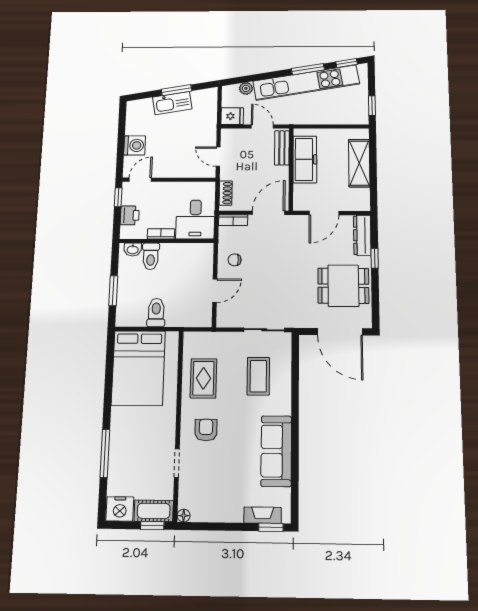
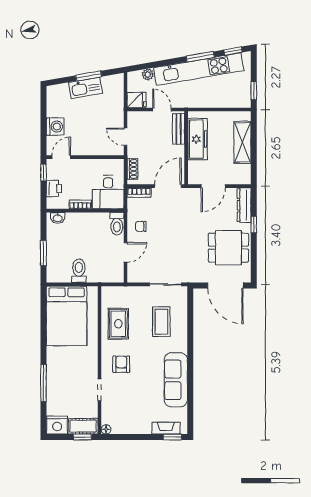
toilet: (151, 256) -> (117, 224), moved

